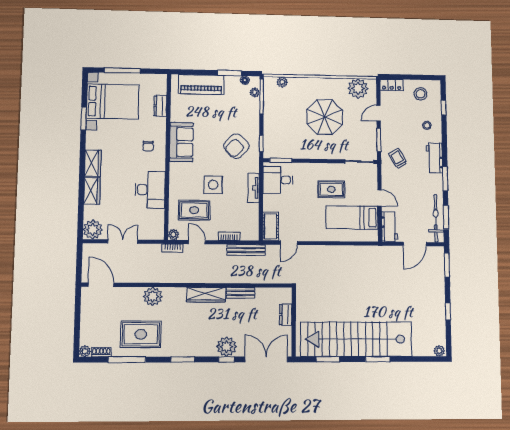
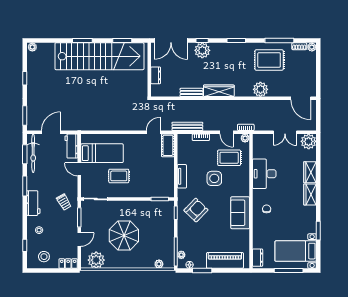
bed with nightstands: (113, 102) -> (296, 251), width x0.73
dresser: (160, 106) -> (258, 258), moved
desk: (278, 180) -> (162, 183), removed

